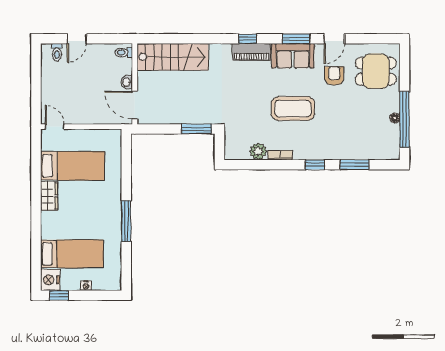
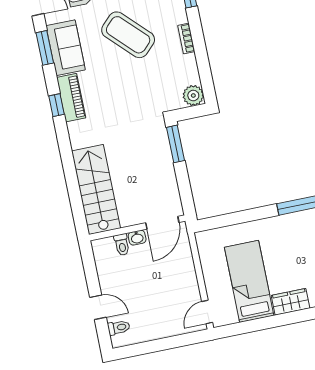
toilet: (124, 52) -> (122, 245), moved
coffee table: (293, 109) -> (128, 35), turned -45
plant: (258, 151) -> (193, 96), moved

